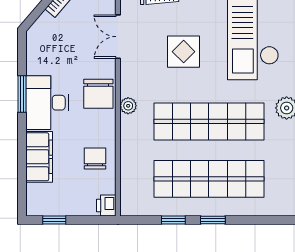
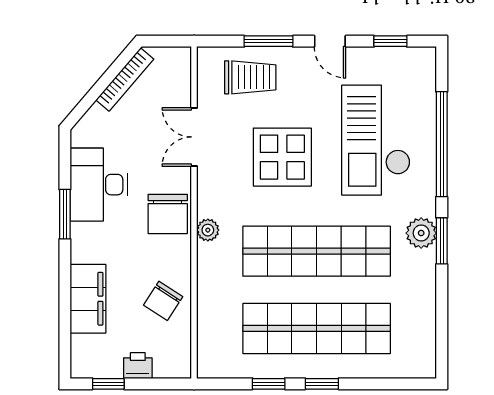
display table: (184, 52) -> (282, 157), width x1.36, depth x1.36
desk: (47, 103) -> (99, 185), moved
chair: (95, 158) -> (163, 301), turned -147
printer: (106, 206) -> (138, 366), moved, turned 90

